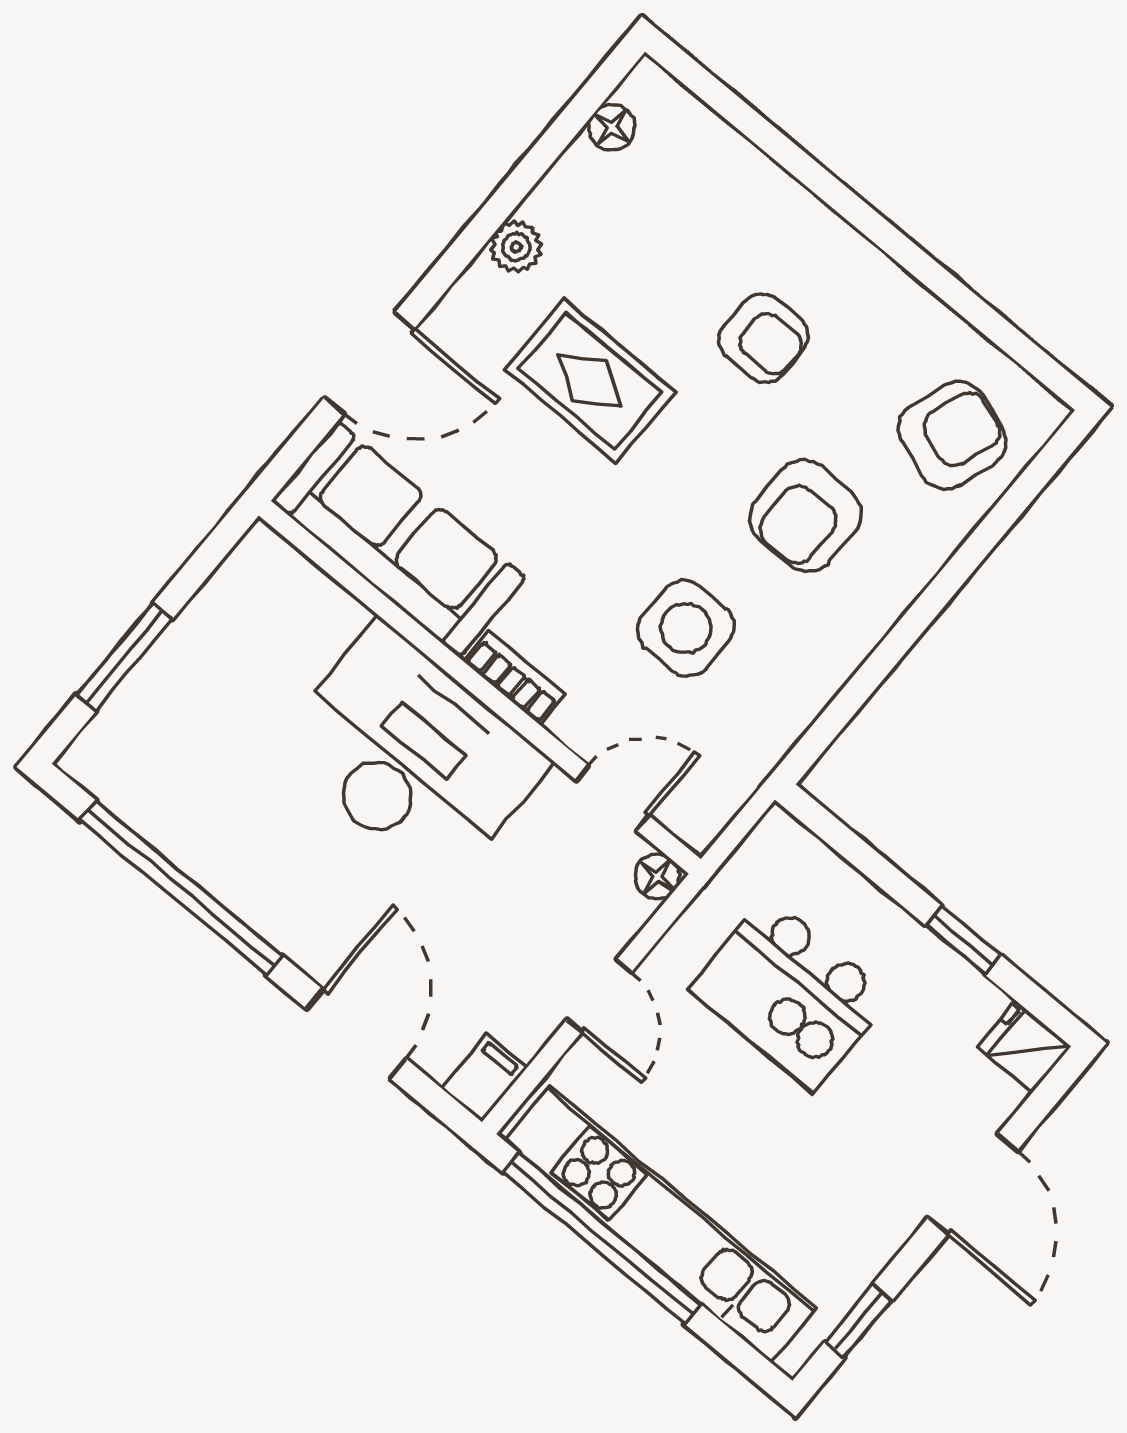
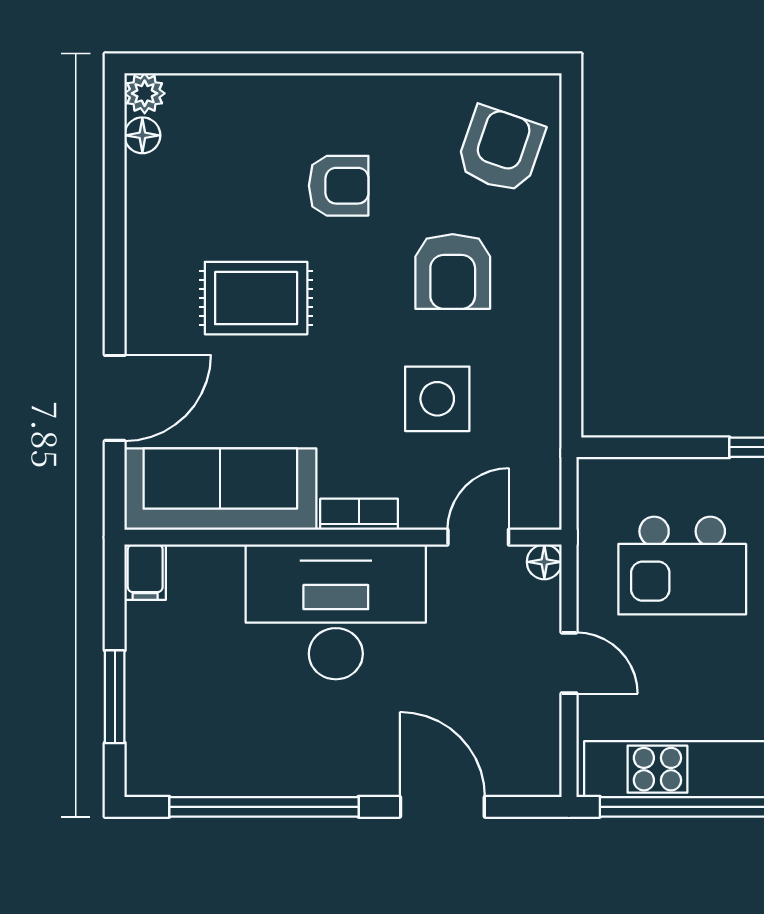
plant: (516, 247) -> (145, 93), moved
filing cabinet: (484, 1078) -> (145, 572), moved, turned 180

